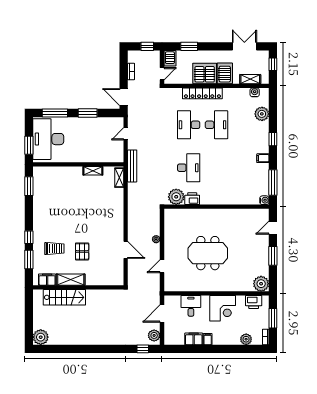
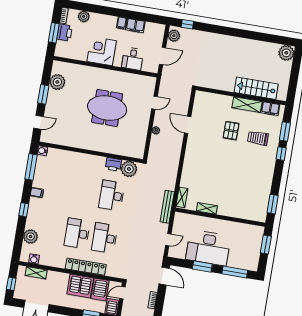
server rack: (225, 73) -> (100, 290), moved
desk: (189, 125) -> (105, 238), turned 180
desk: (48, 139) -> (208, 248), moved, turned 90
plant: (261, 284) -> (57, 82), moved
printer: (254, 302) -> (64, 32), moved, turned 90

